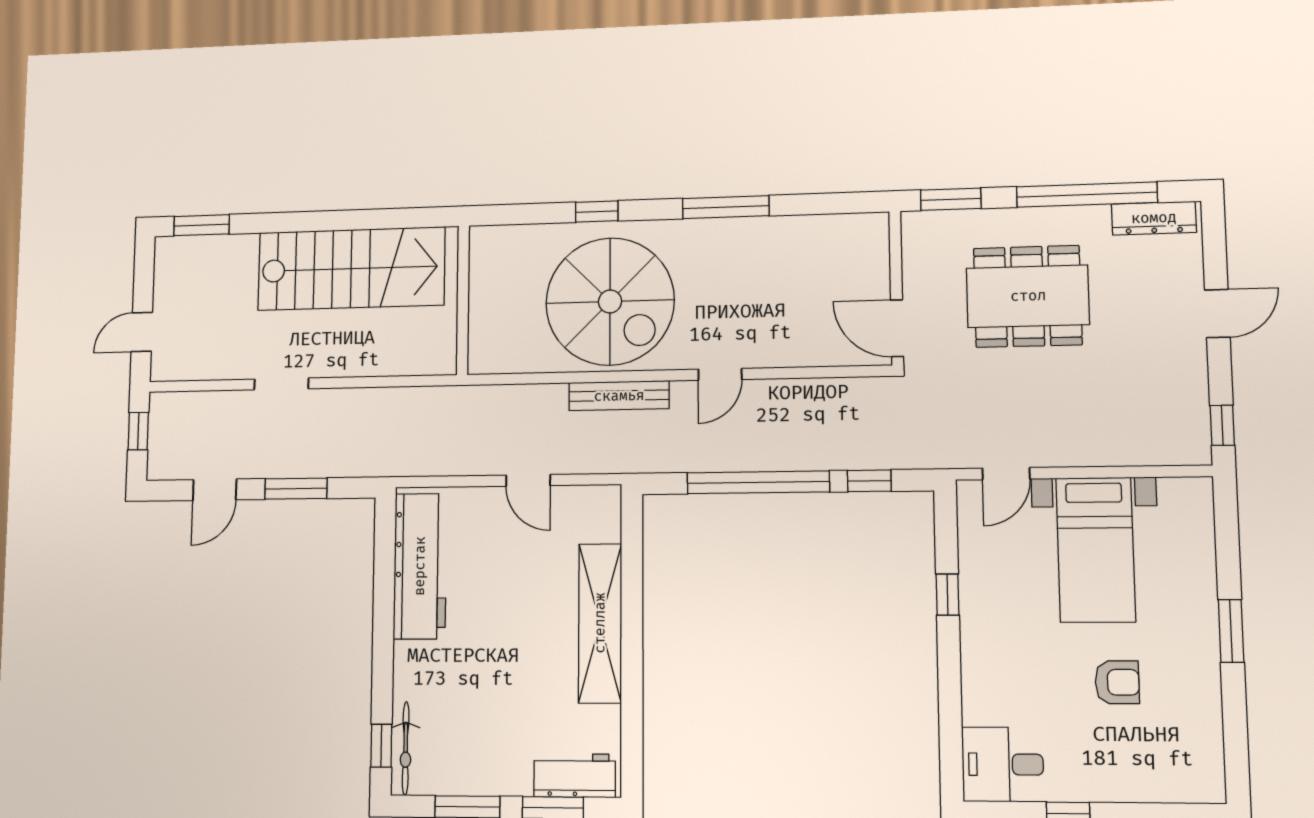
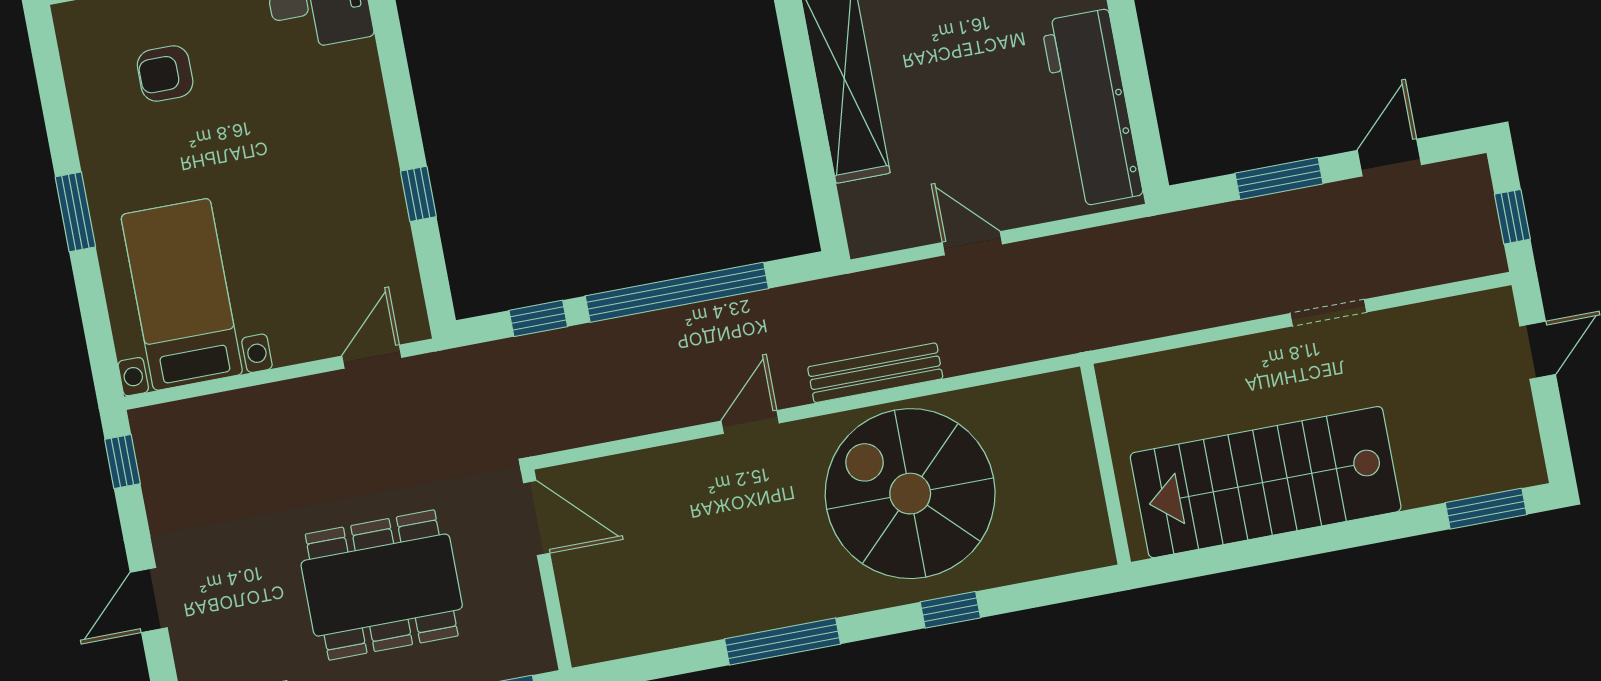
bed with nightstands: (1096, 550) -> (182, 294), moved
armchair: (1117, 682) -> (165, 74), moved

